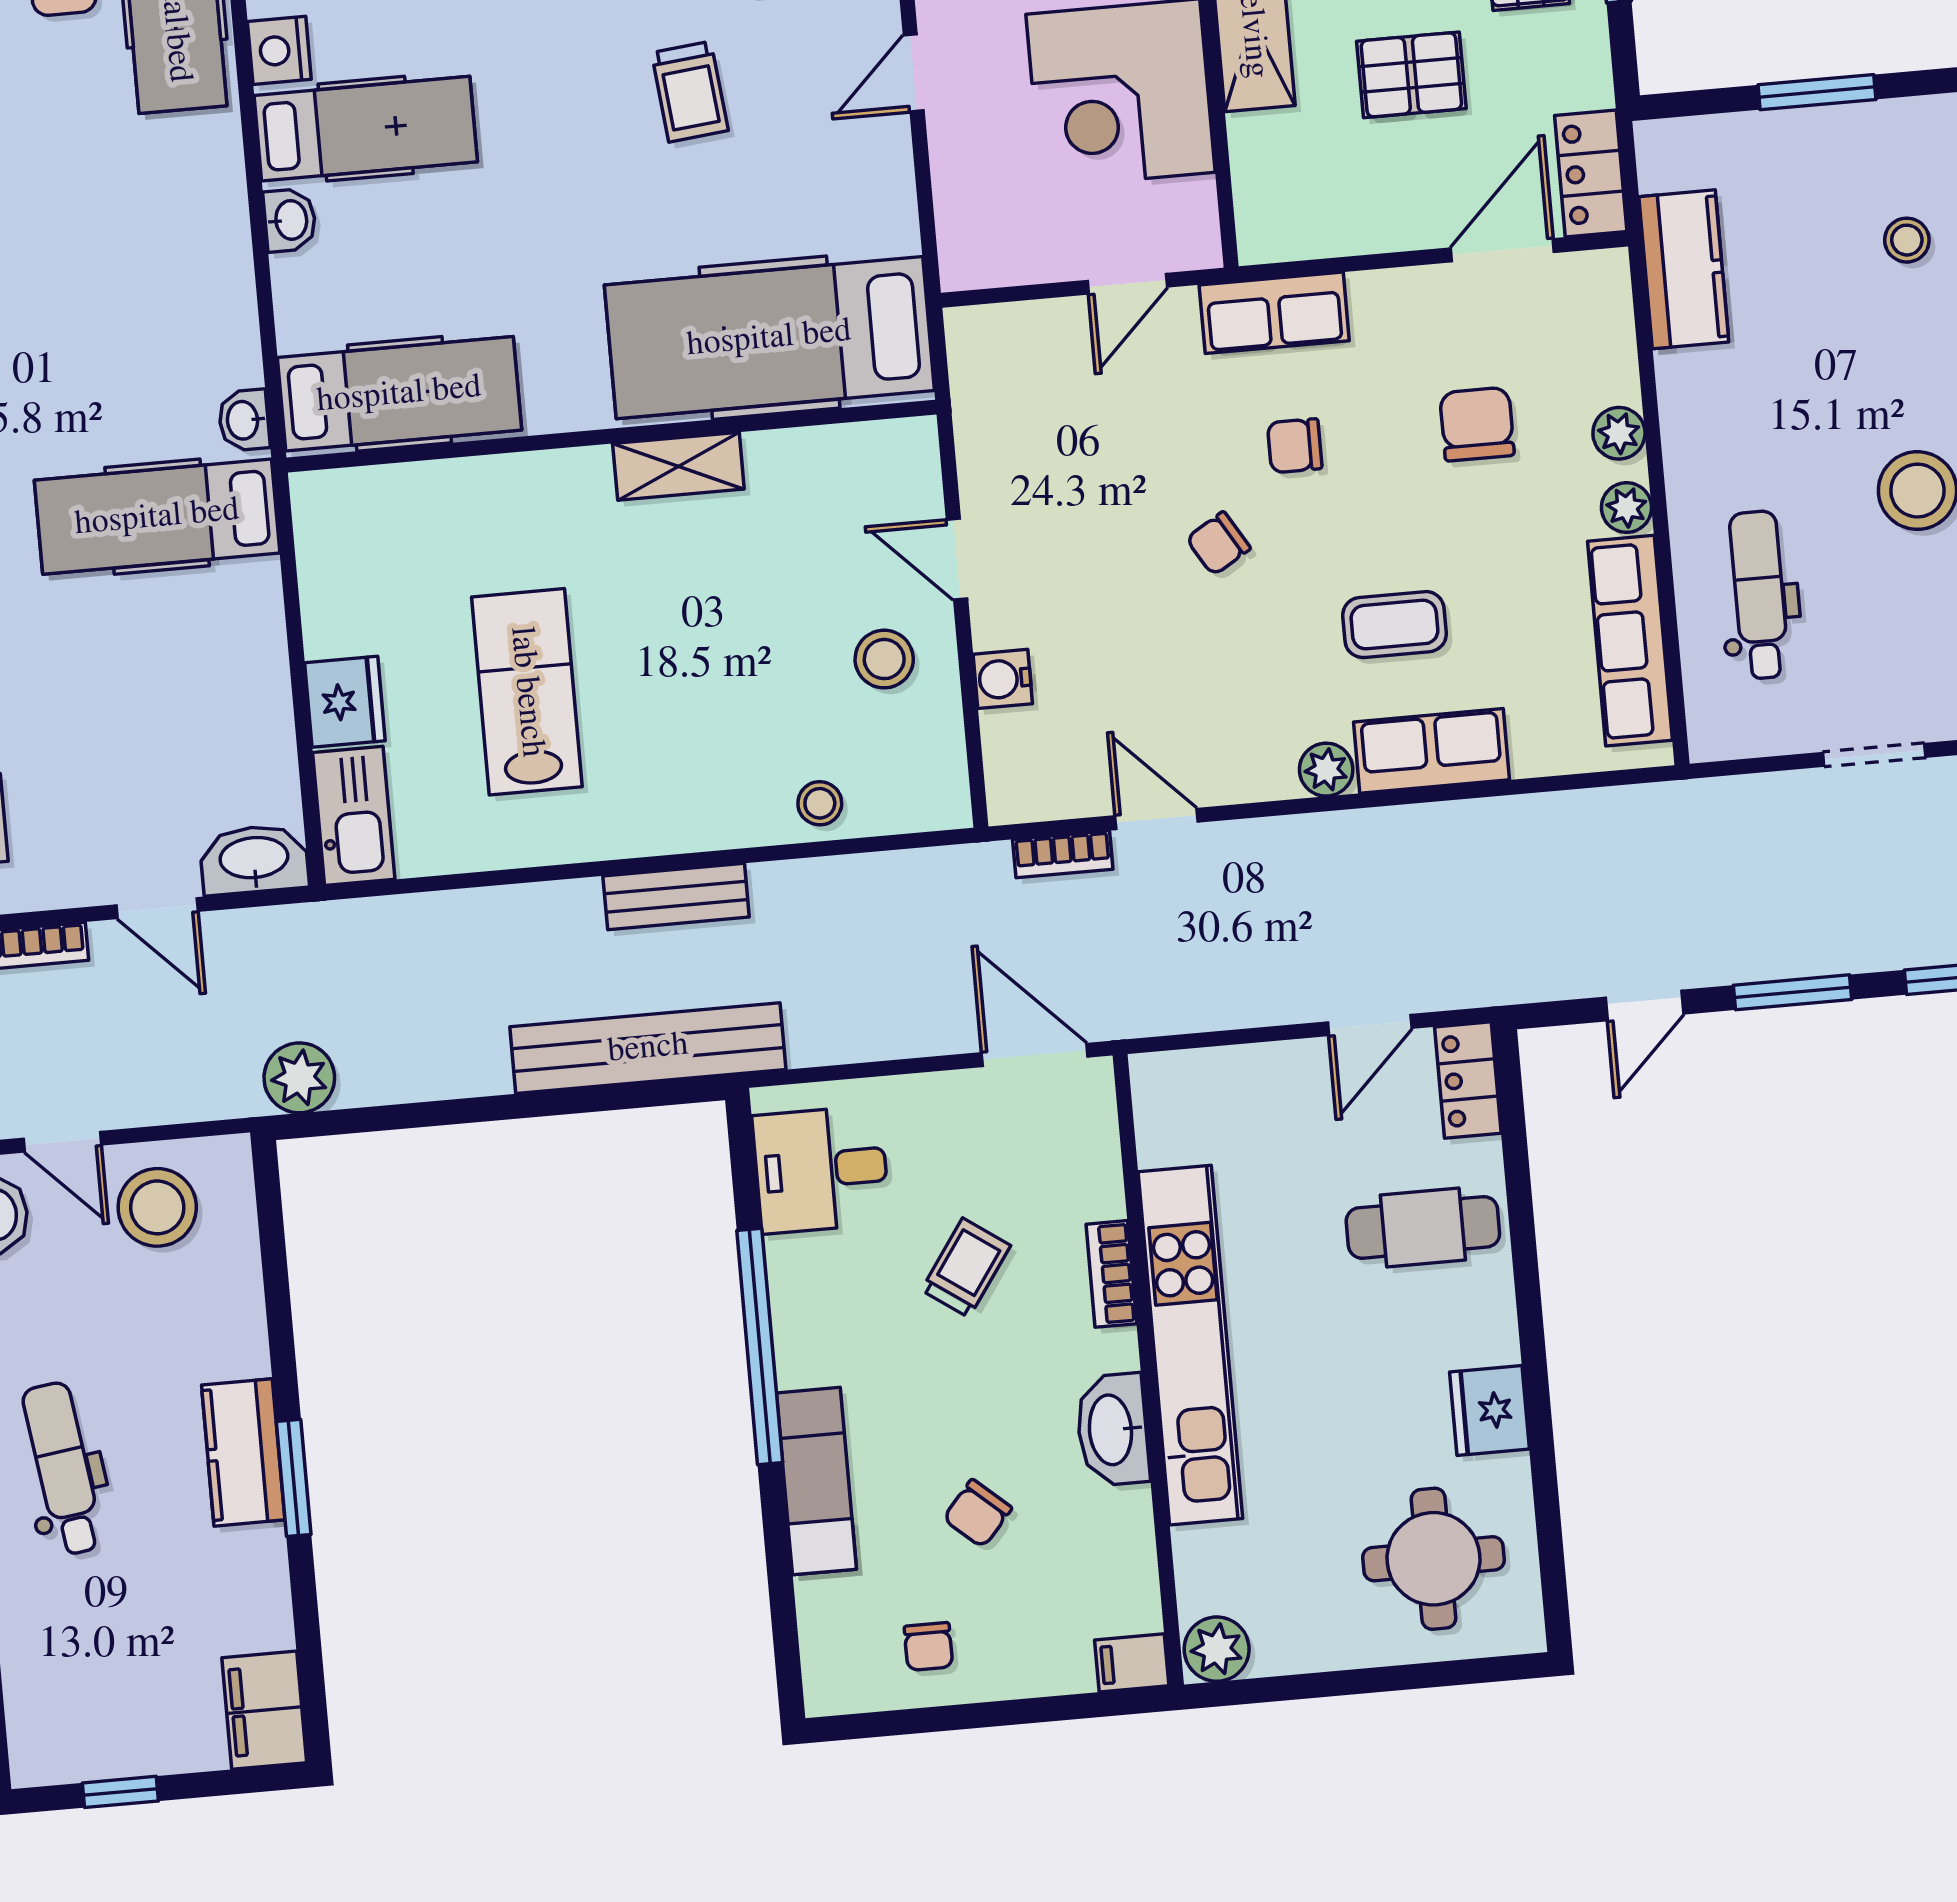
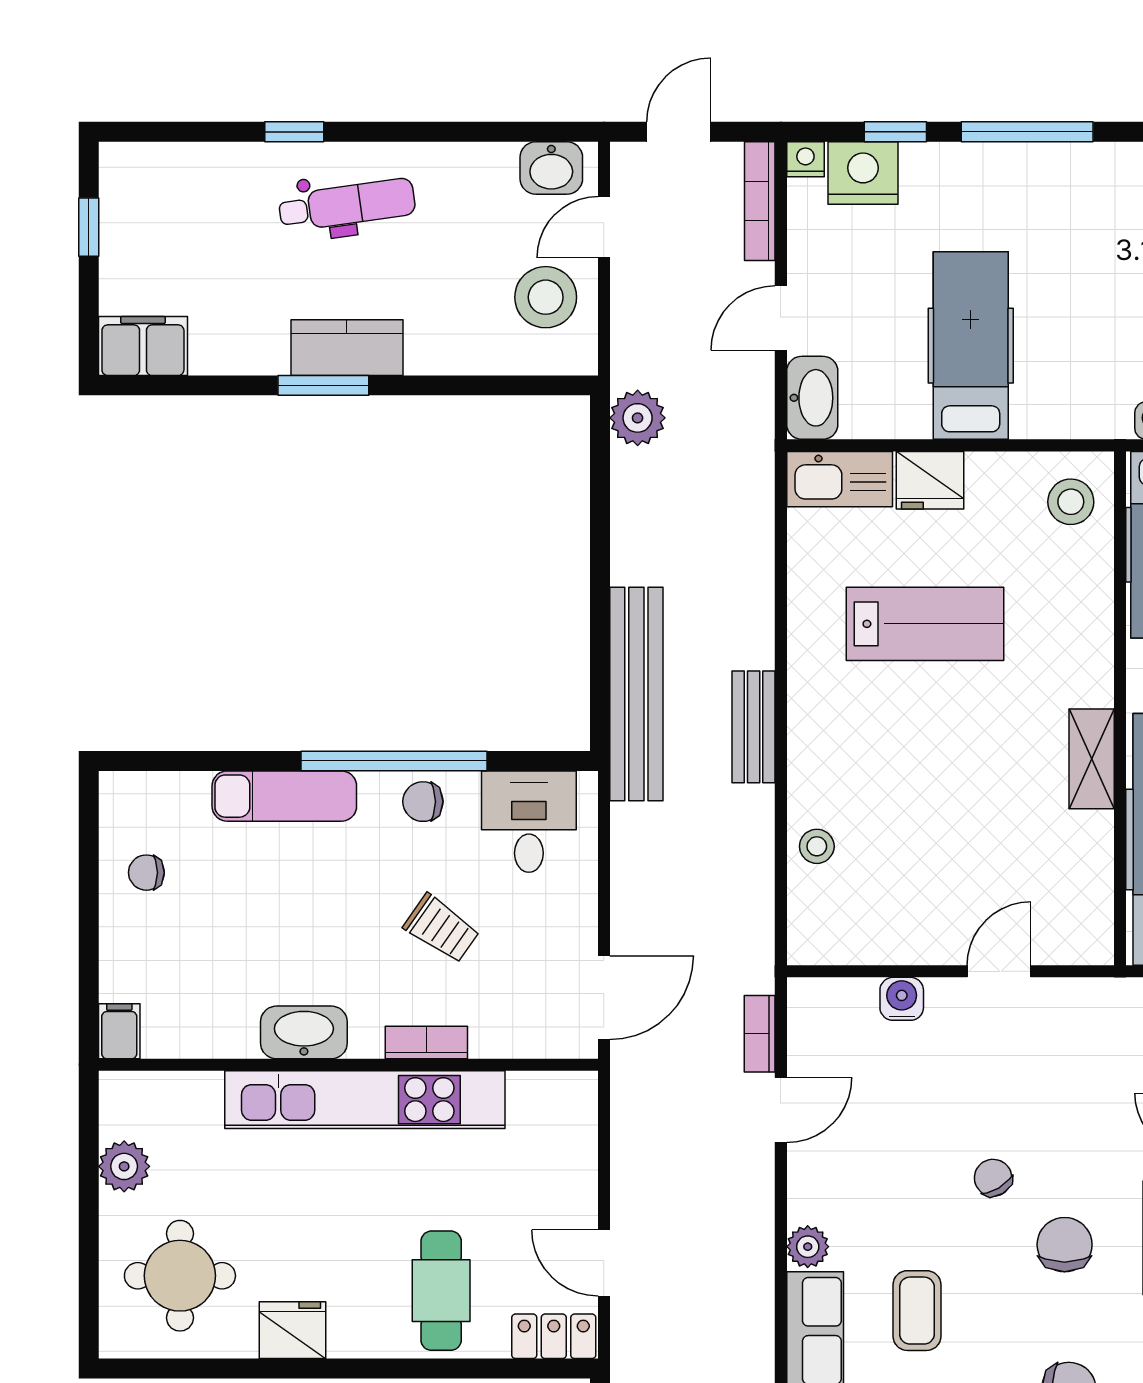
chair: (1295, 446) -> (1065, 1245), width x1.37, depth x1.37
hospital bed: (157, 517) -> (971, 346), moved
stool: (884, 659) -> (1071, 502), moved
chair: (977, 1513) -> (423, 802), moved, turned -41
plant: (1217, 1649) -> (124, 1166), moved

